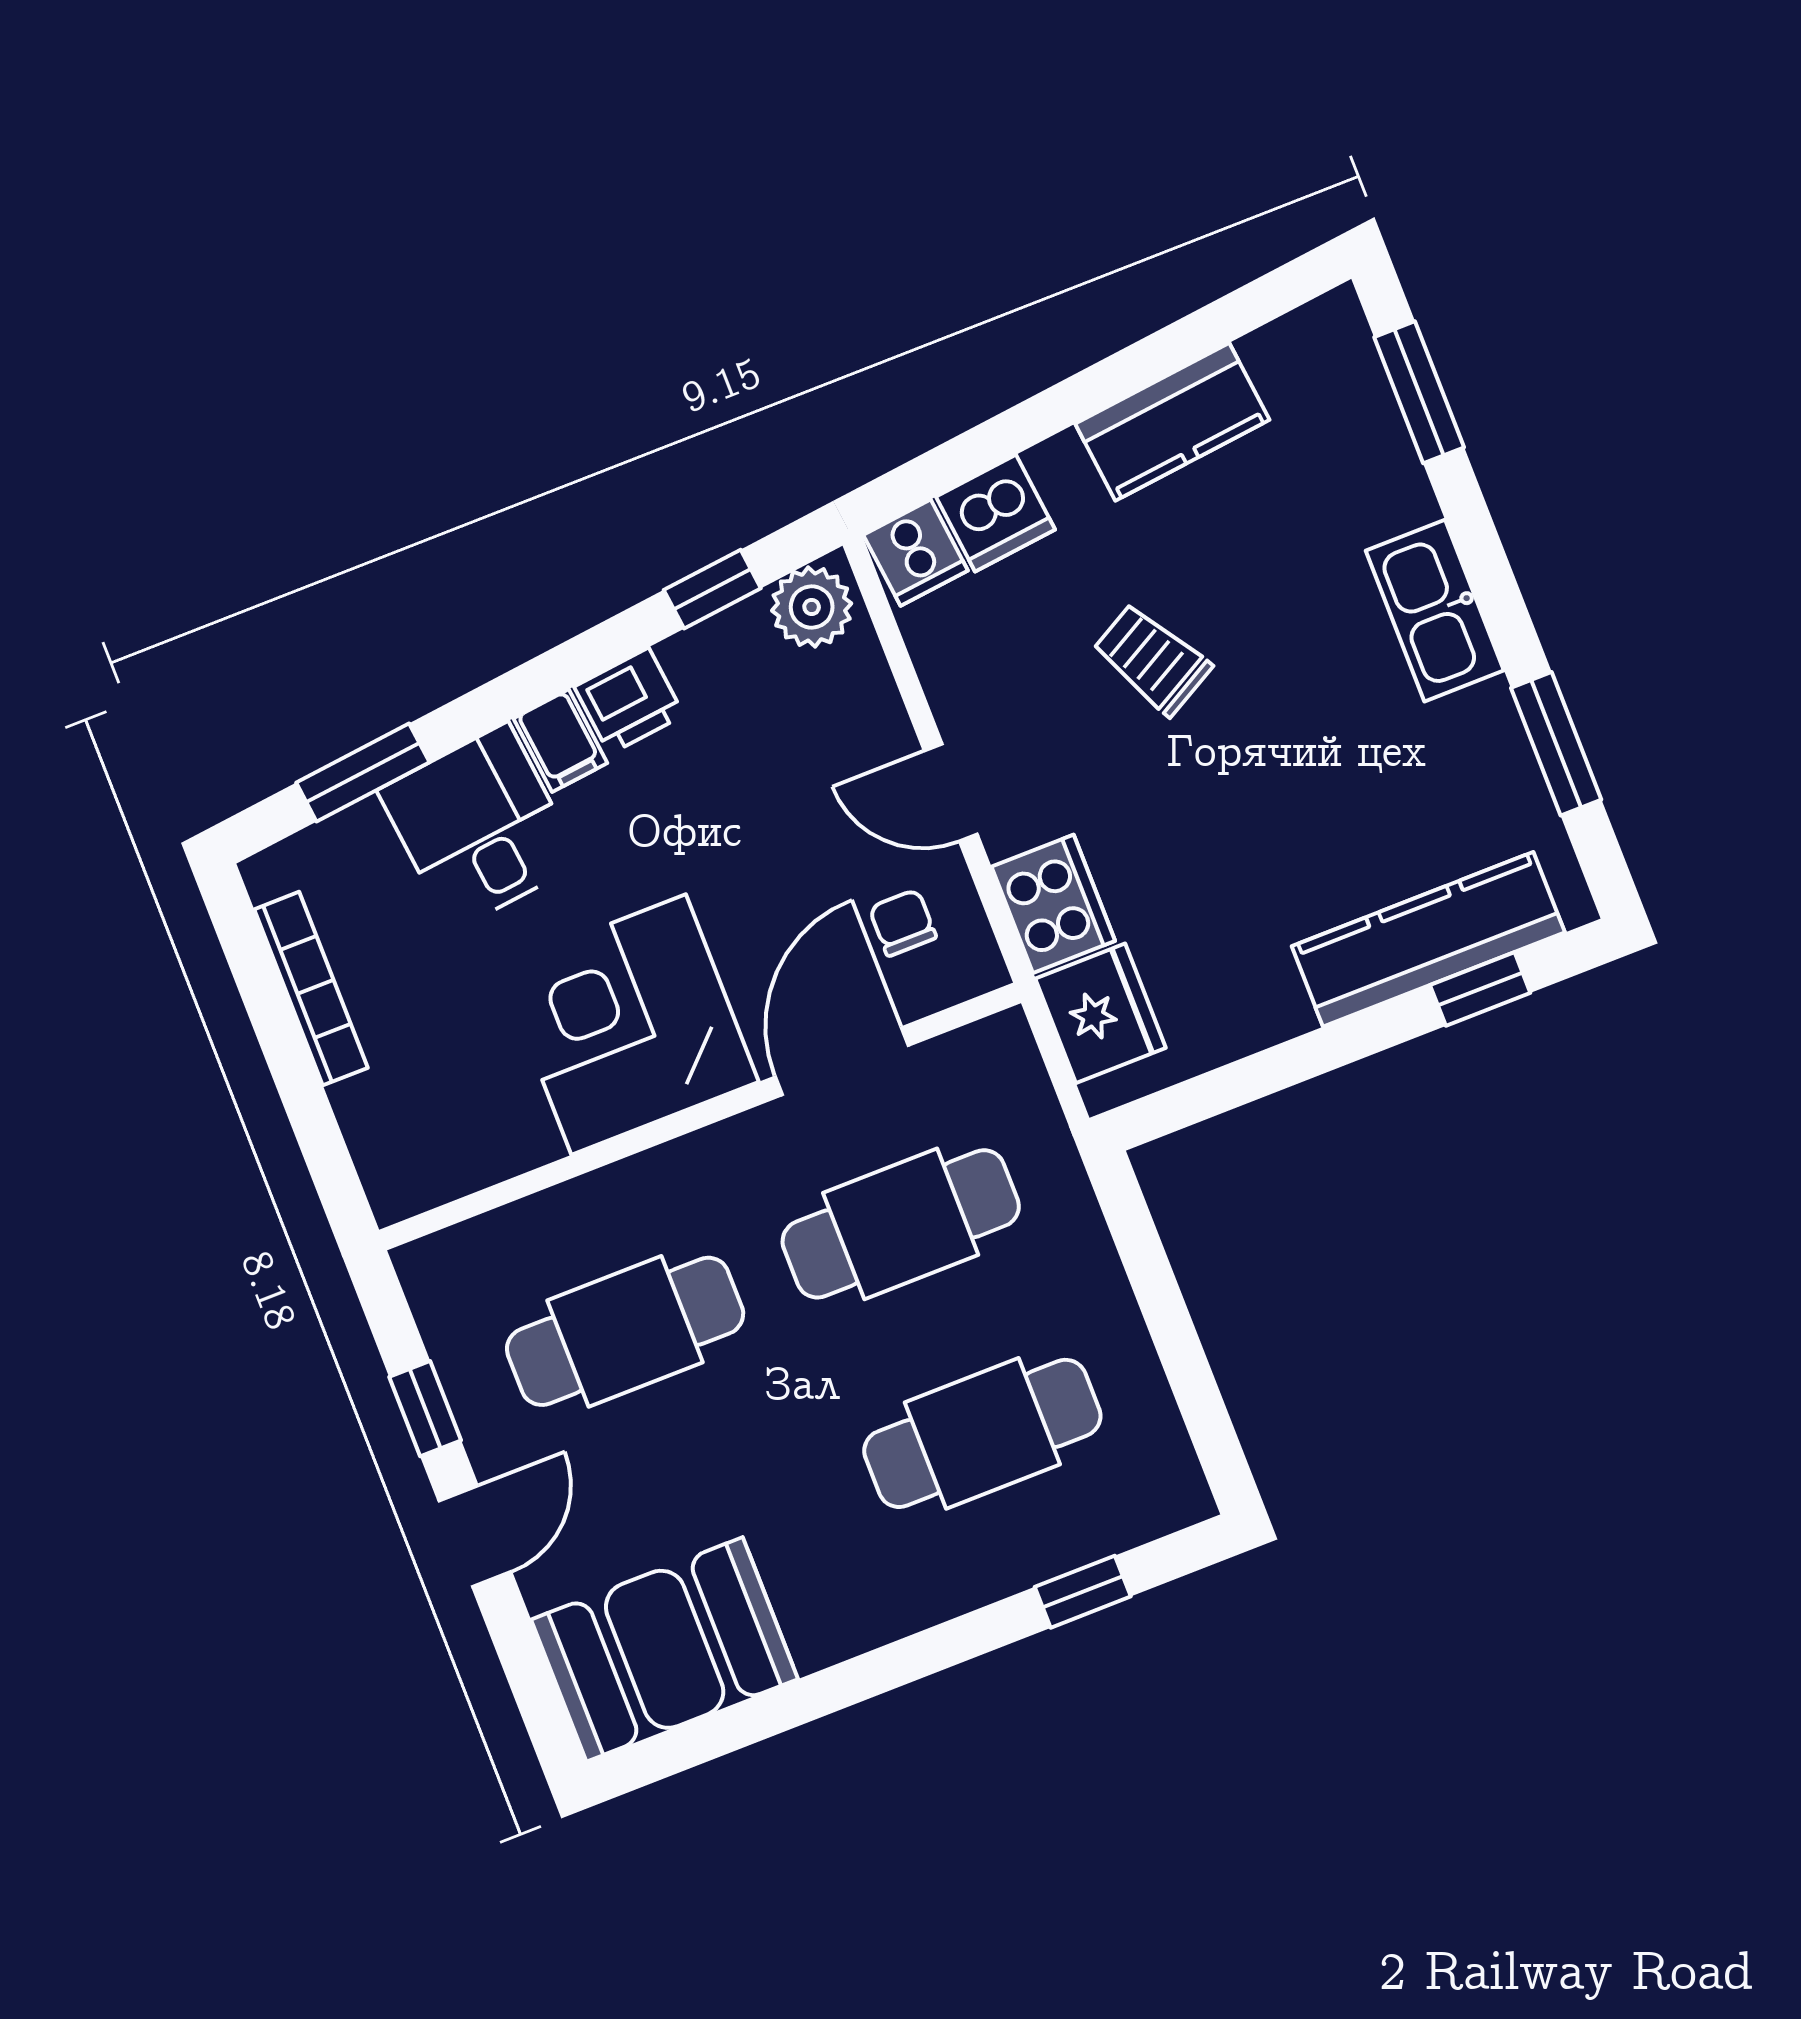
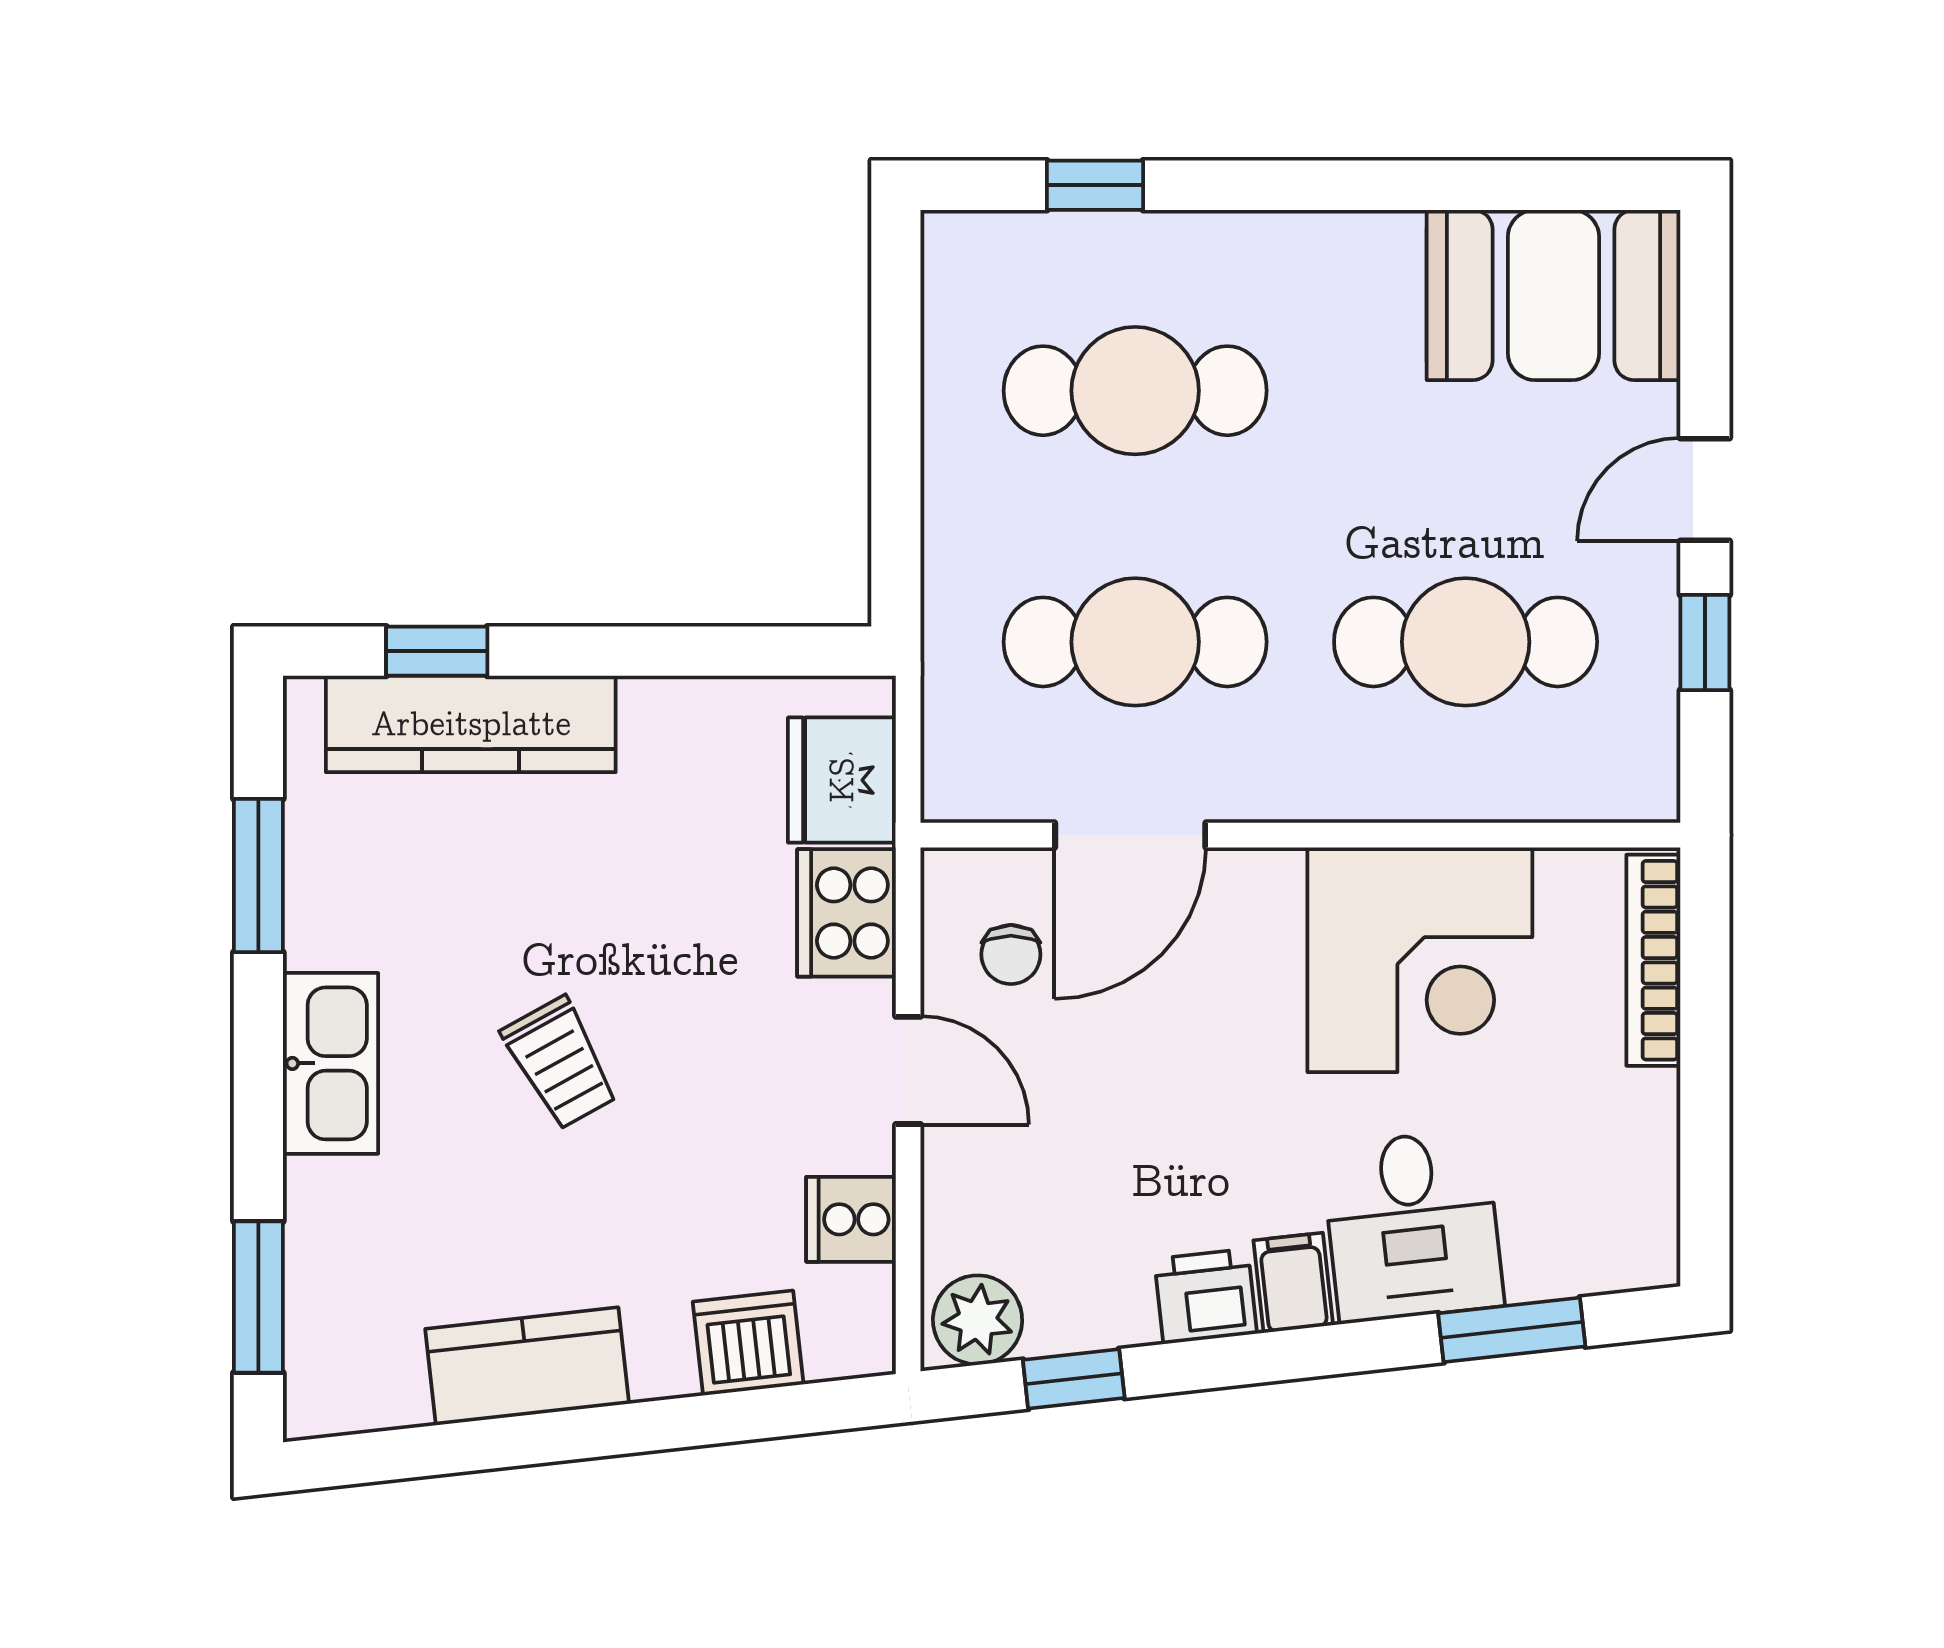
cooker: (916, 553) -> (851, 1219), moved, turned -84
trolley: (1152, 659) -> (560, 1063), moved
bookcase: (311, 989) -> (1653, 960), moved
corner desk: (629, 1025) -> (1420, 960), moved

